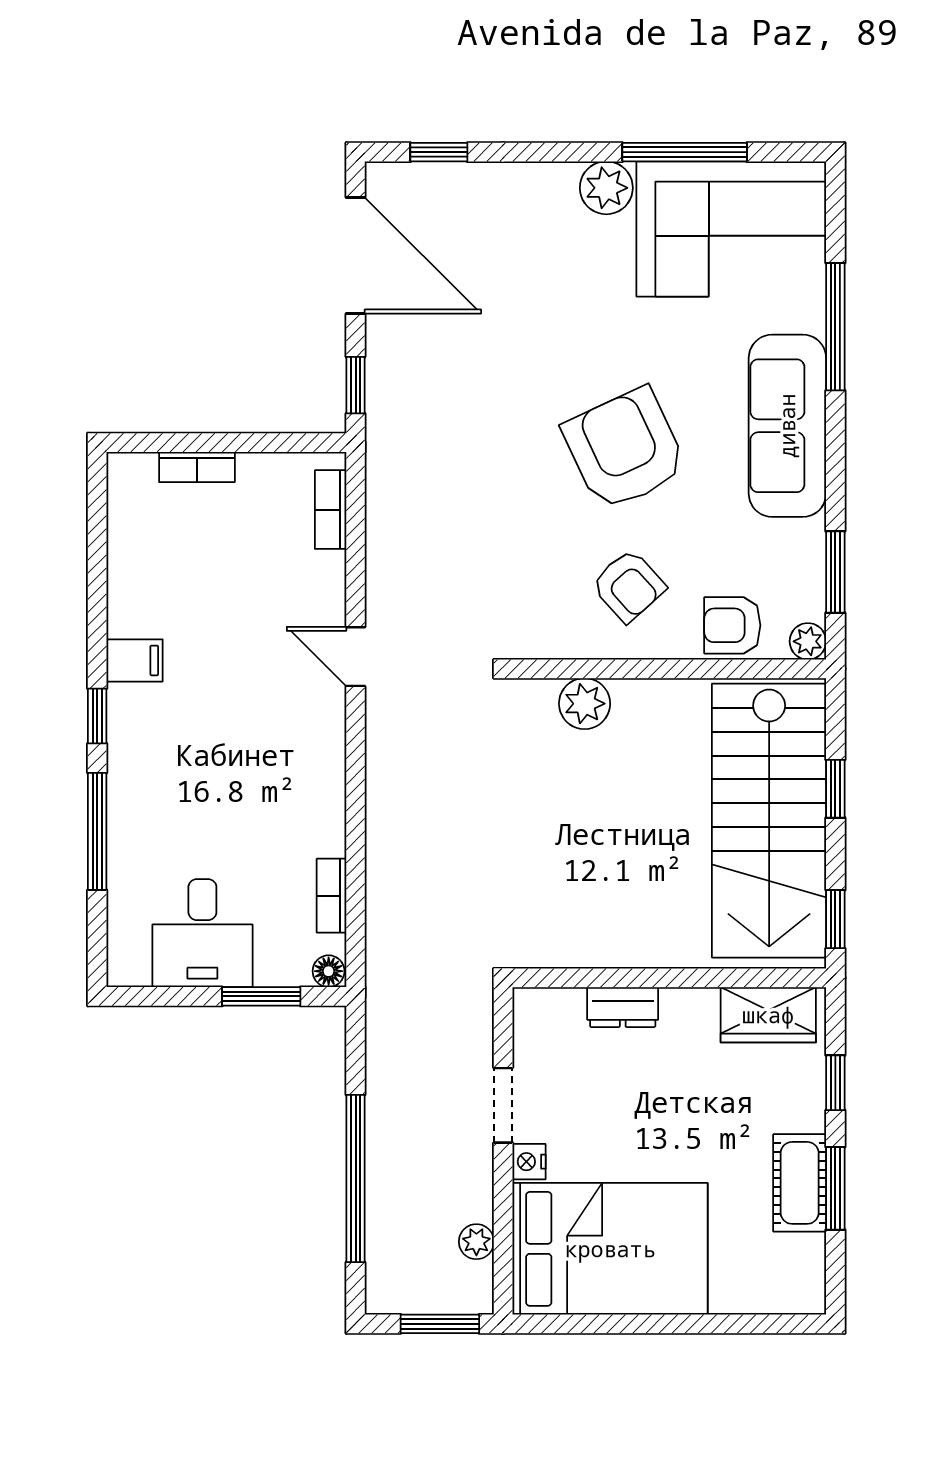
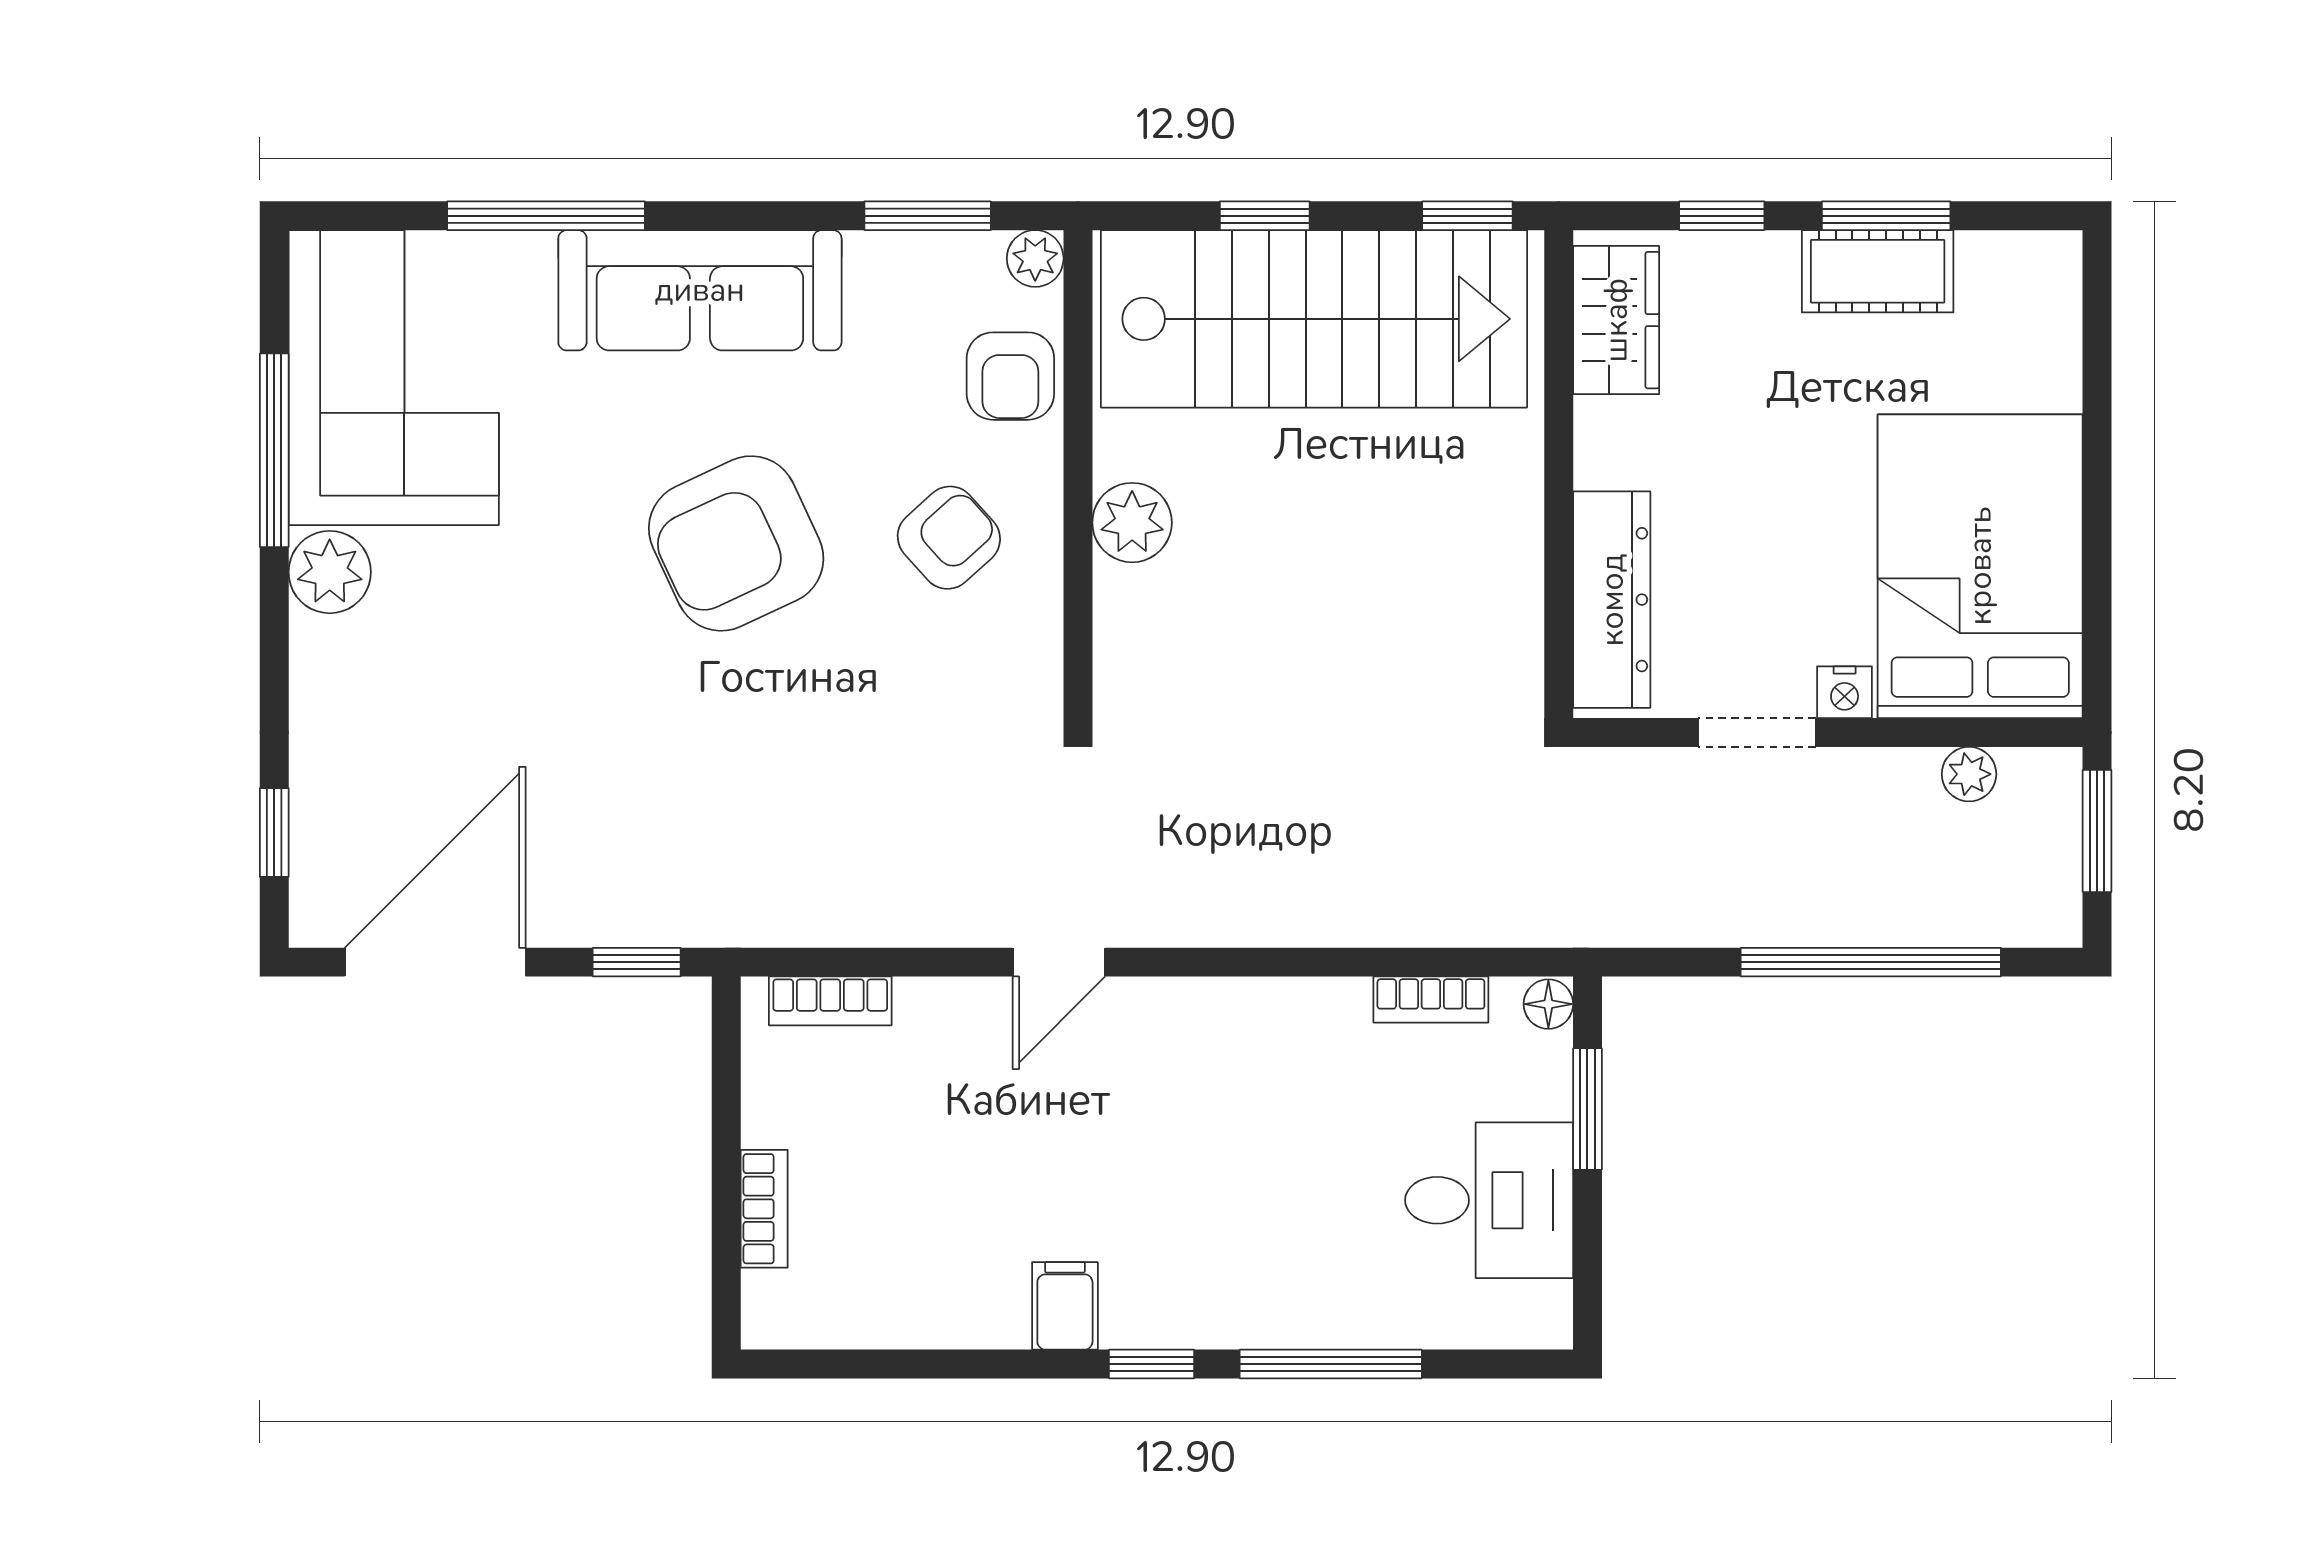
plant: (585, 704) -> (1132, 523), moved
dresser: (623, 1007) -> (1612, 600), width x1.96, depth x1.24

